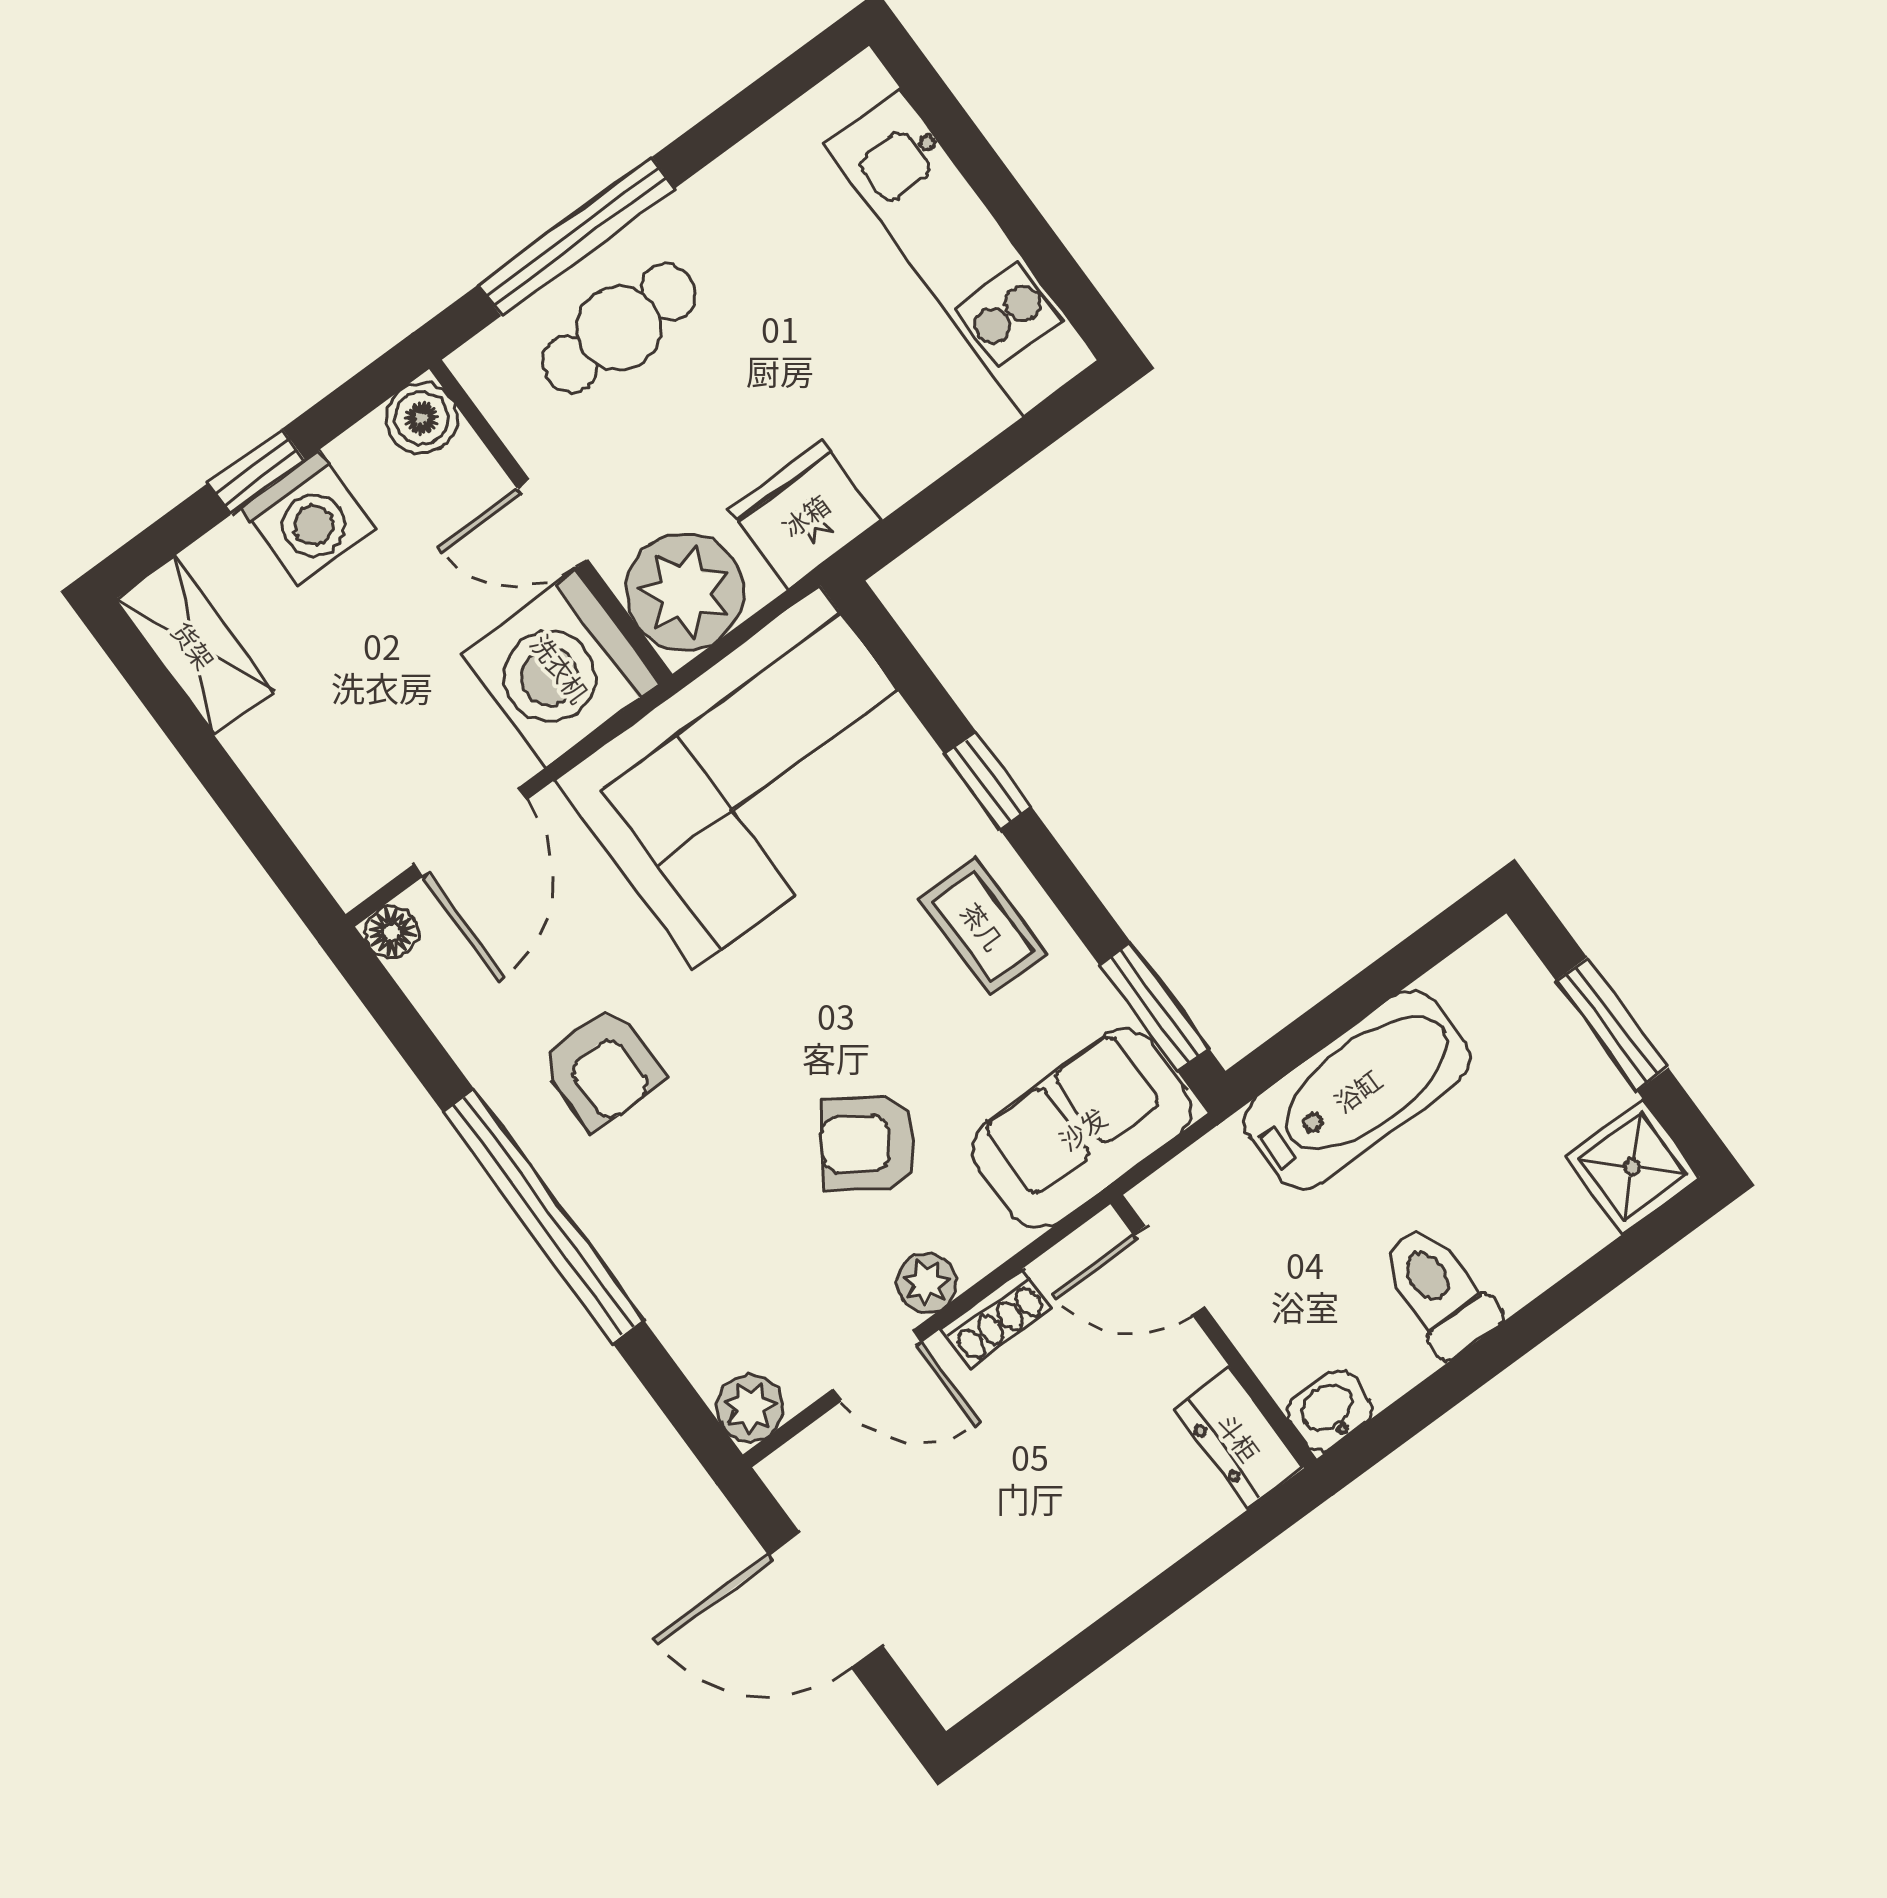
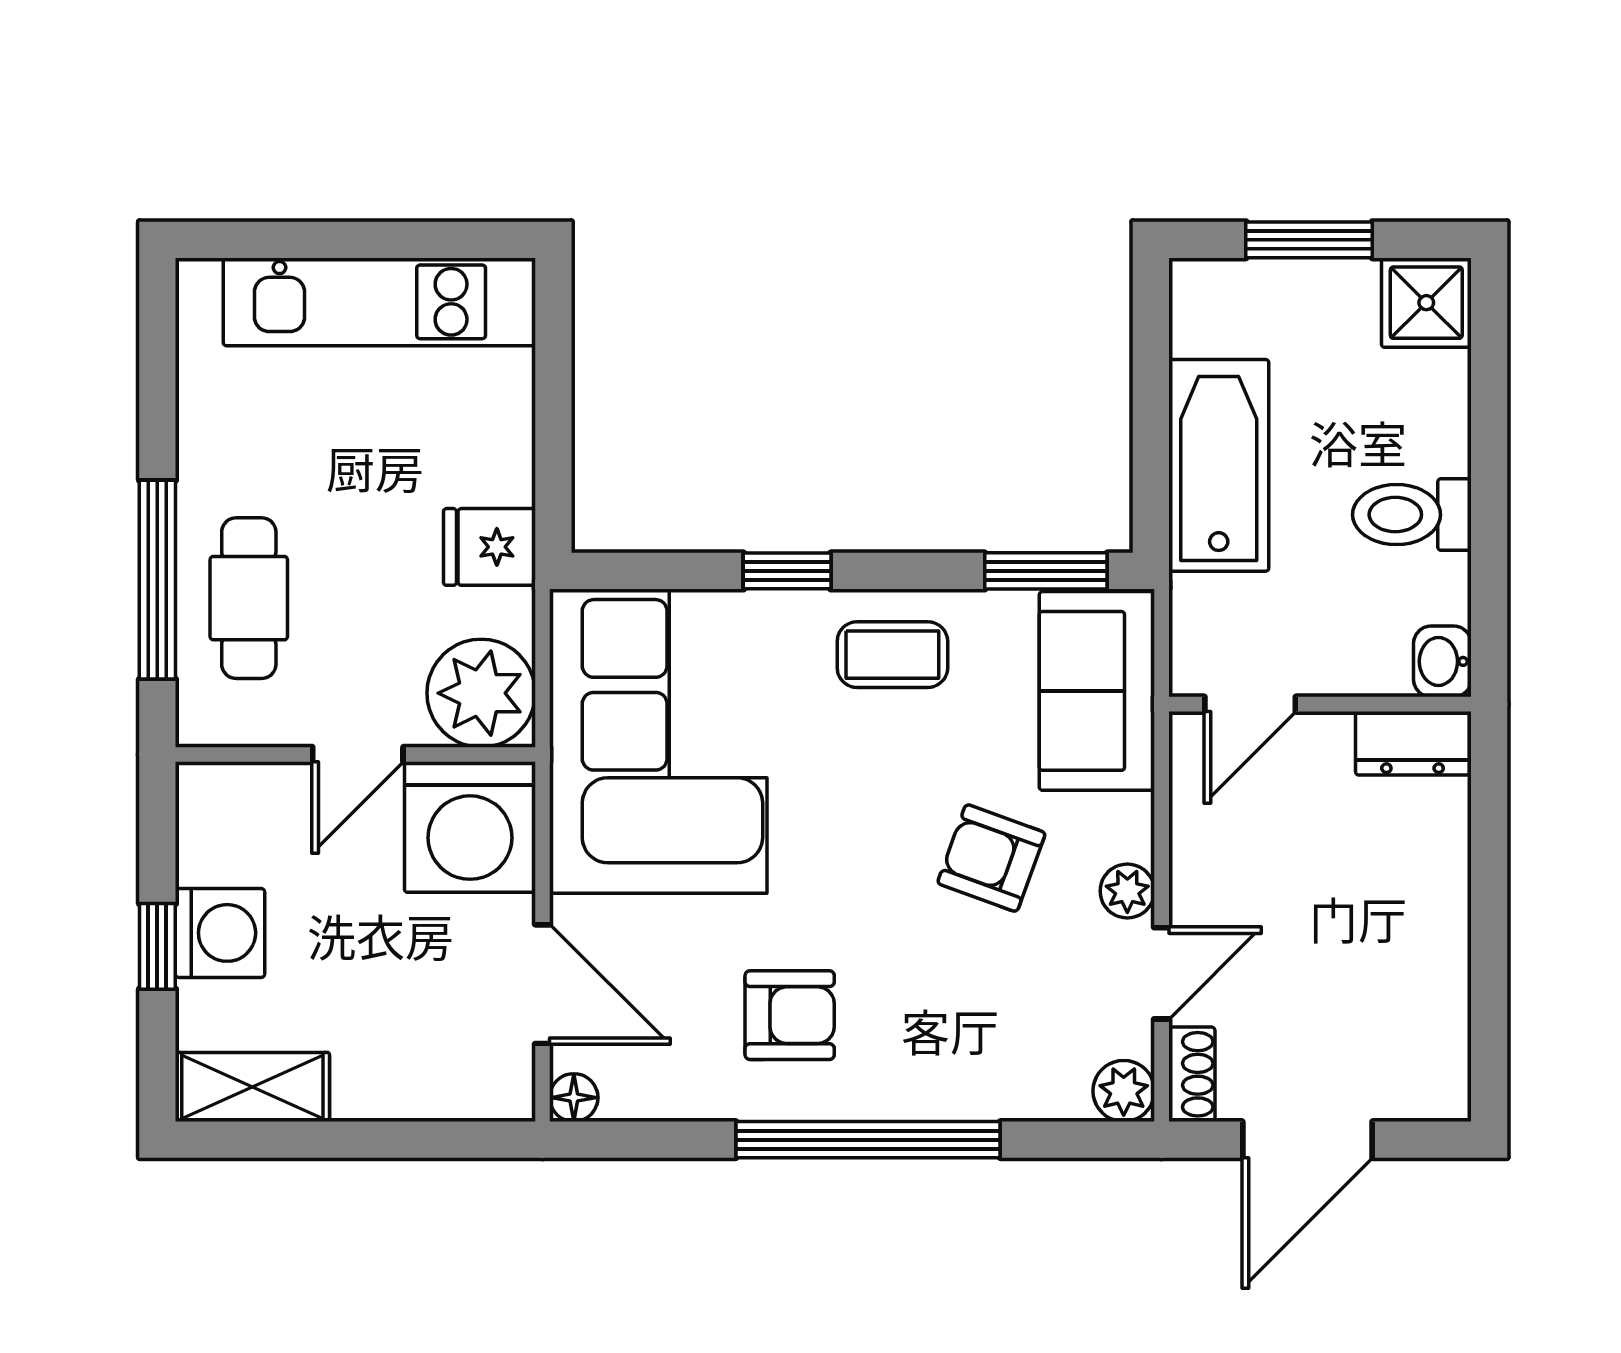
boiler: (422, 418) -> (208, 794), removed
fridge: (805, 515) -> (489, 547), width x0.72
armchair: (868, 1143) -> (991, 858), turned 76
shoe rack: (997, 1318) -> (1192, 1074), moved

